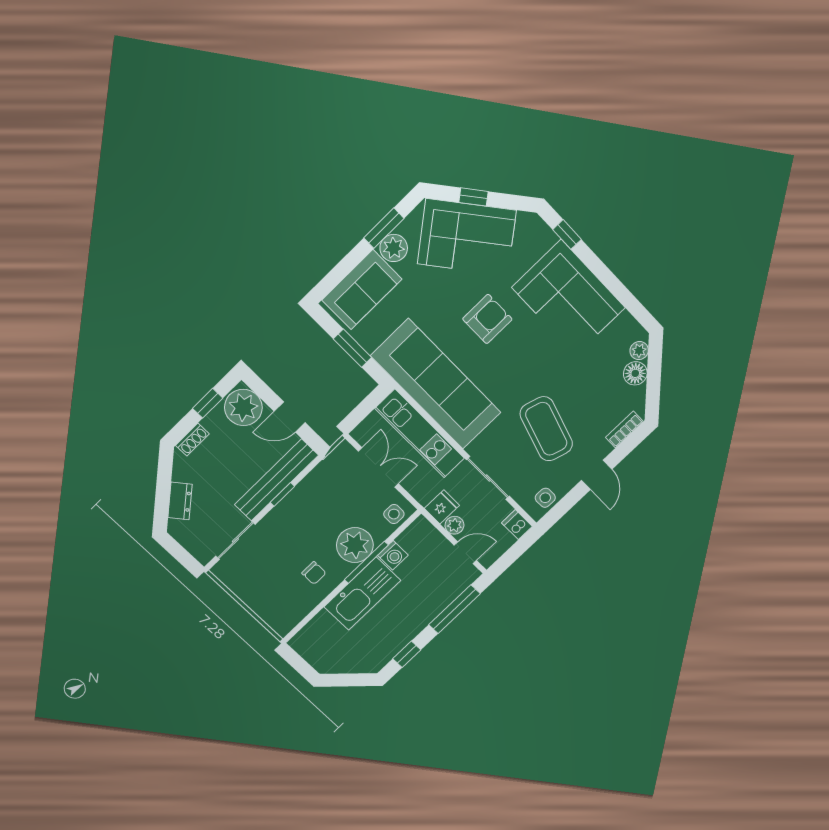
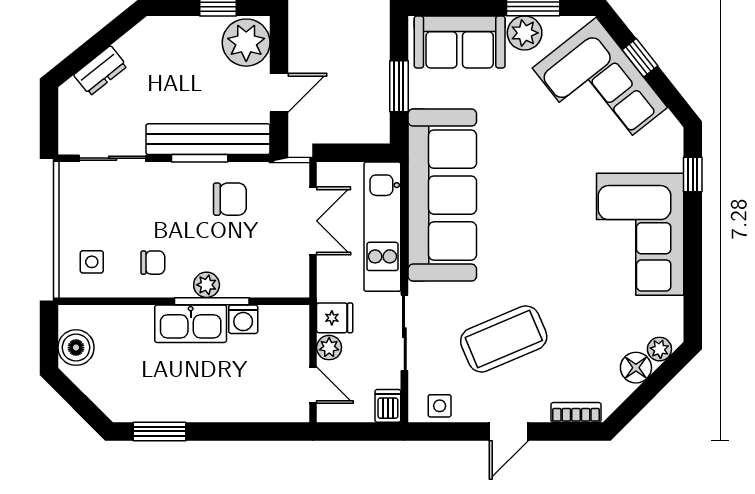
armchair: (487, 319) -> (547, 181), removed
door: (290, 417) -> (279, 93), swing flipped
coffee table: (546, 429) -> (504, 339), turned 50
shoe rack: (192, 440) -> (170, 26), removed
window: (282, 494) -> (200, 158), width x1.50
chair: (321, 500) -> (230, 199), added
side table: (394, 514) -> (92, 262), moved
plant: (355, 545) -> (207, 285), width x0.53, depth x0.53
chair: (314, 573) -> (153, 263), turned -90
kitchen sink: (362, 594) -> (191, 324), width x0.73, depth x0.81
window: (455, 609) -> (249, 431), removed
window: (407, 654) -> (159, 431), width x1.50
boiler: (318, 655) -> (76, 348), added

